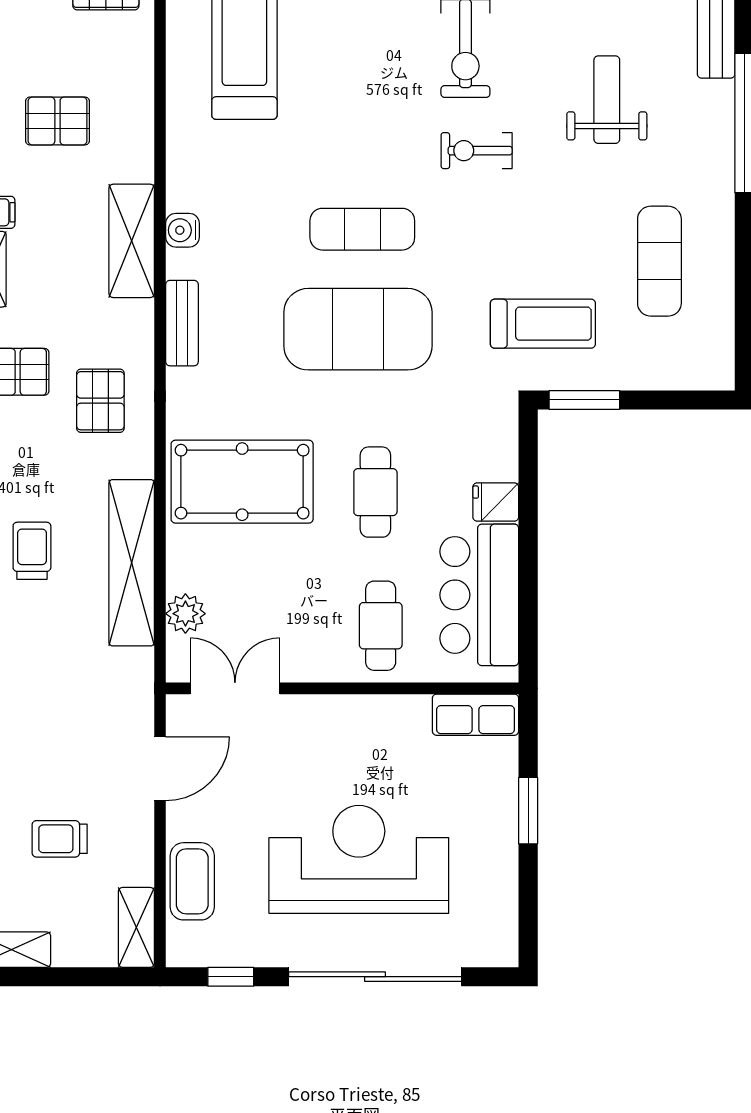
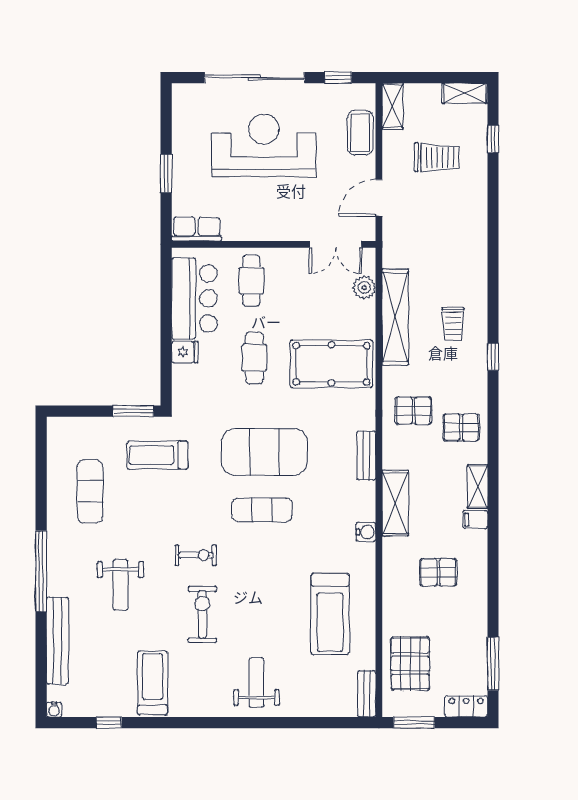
water cooler: (183, 230) -> (366, 532), moved
pallet: (100, 401) -> (413, 411), turned 90
trolley: (60, 839) -> (437, 157), width x1.36, depth x1.39
reception desk: (359, 859) -> (264, 145), turned 180

